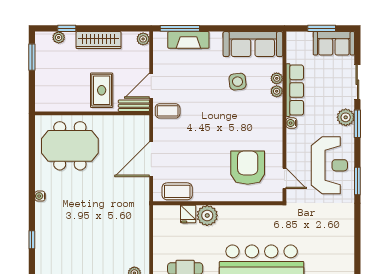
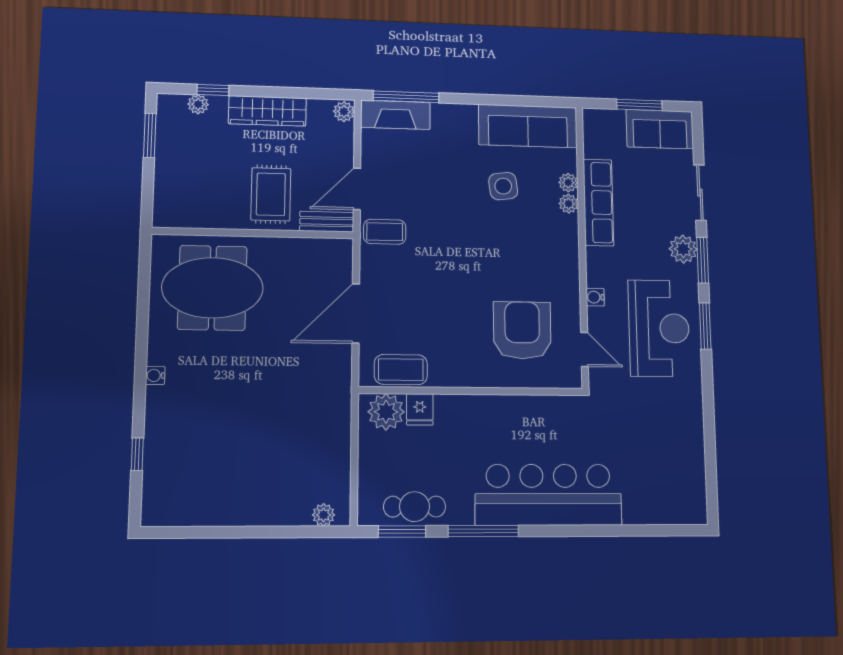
fireplace: (188, 40) -> (395, 115), moved
water cooler: (291, 123) -> (595, 297), moved
window: (357, 181) -> (705, 326), moved
plant: (207, 215) -> (386, 412), moved

